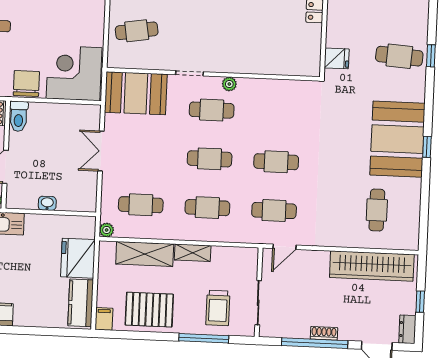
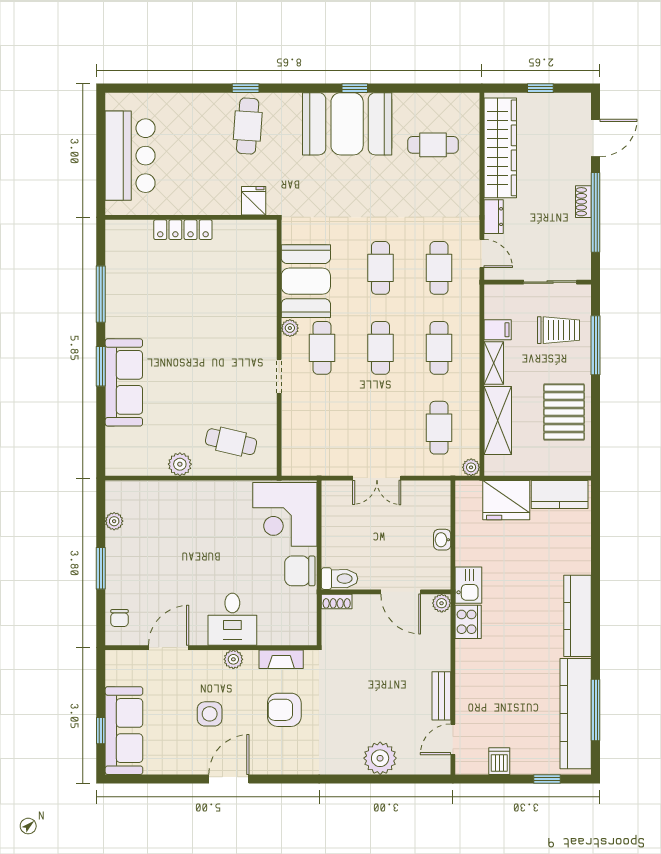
cafe table: (137, 31) -> (231, 442), turned -68
booth: (136, 93) -> (306, 281), moved
filing cabinet: (104, 319) -> (498, 330), moved, turned 180
dresser: (407, 329) -> (494, 217), moved, turned -90

